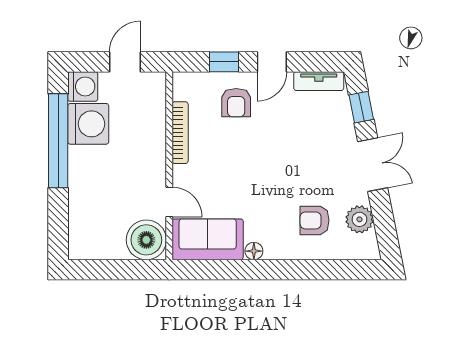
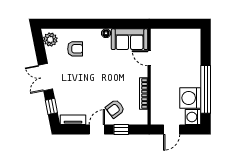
armchair: (236, 103) -> (115, 109), turned -127
plant: (359, 219) -> (50, 40), moved
boiler: (146, 240) -> (161, 39), removed

